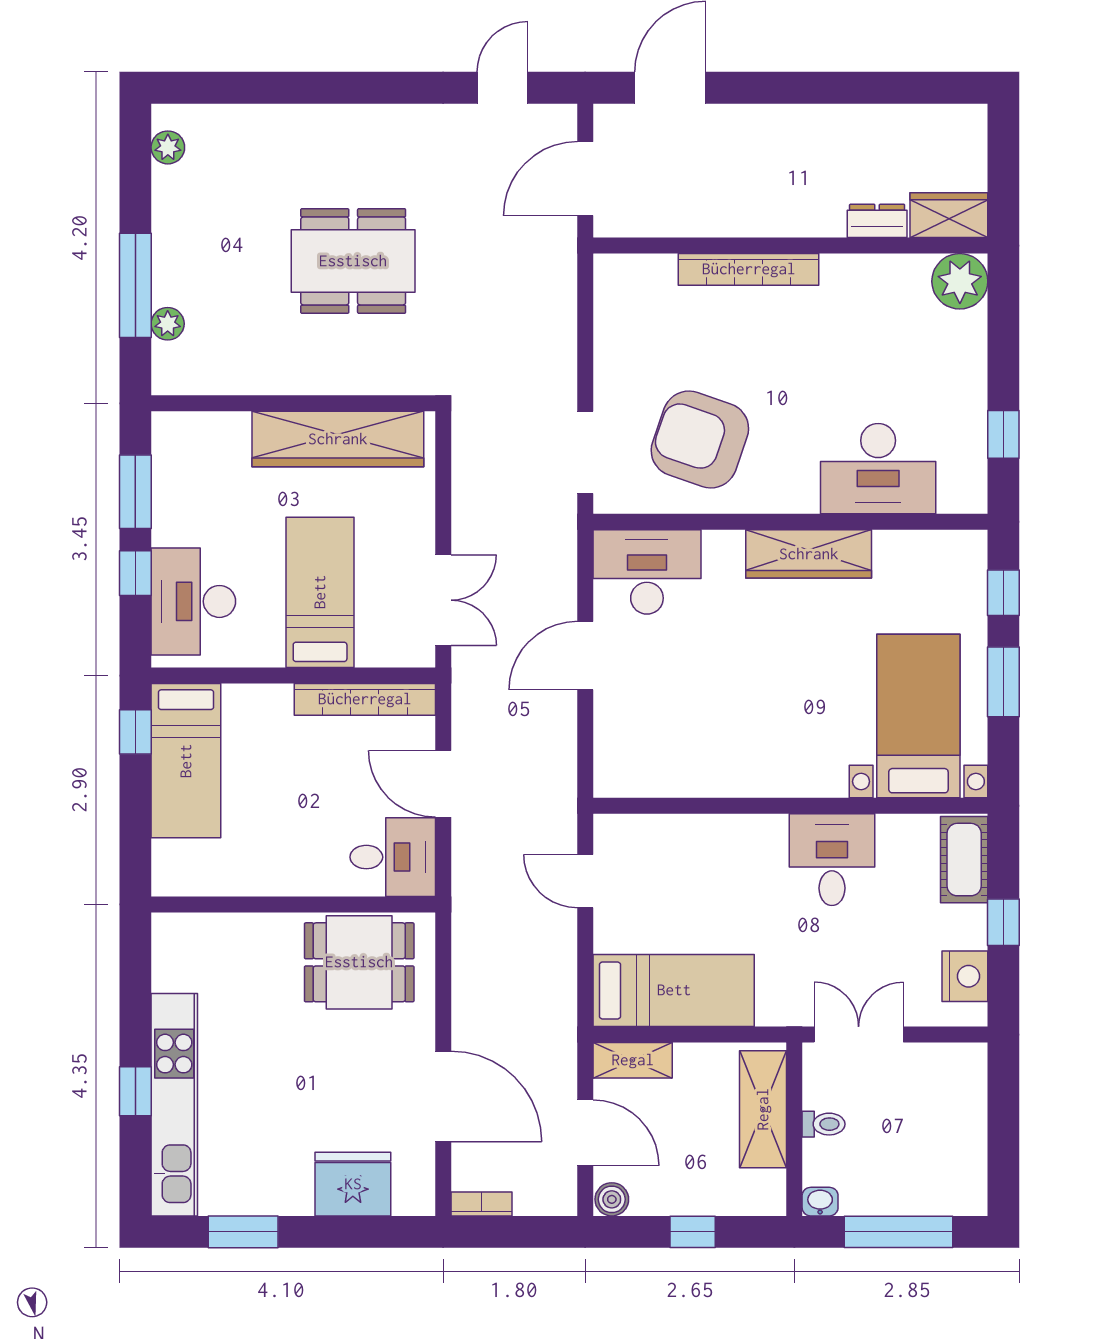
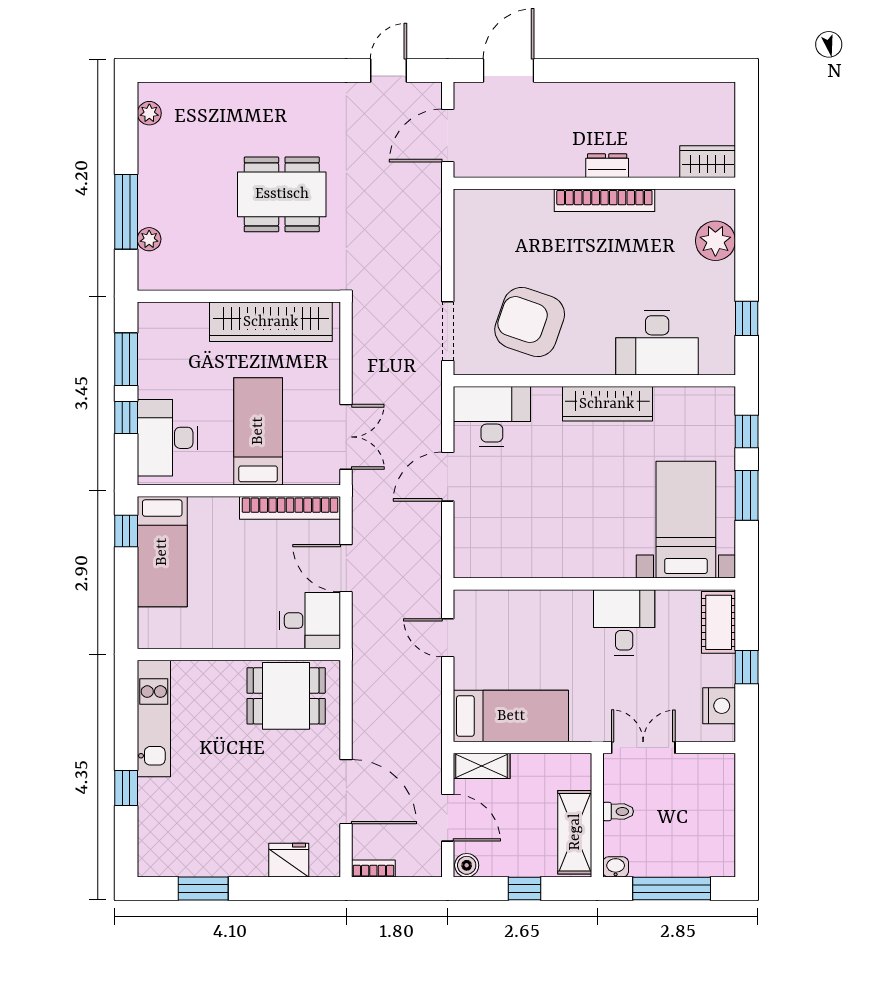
dresser: (877, 221) -> (607, 166), moved
bookcase: (749, 269) -> (604, 200), moved
plant: (960, 281) -> (715, 241), moved
kitchen unit: (174, 1105) -> (154, 718), moved, width x0.73
shelving: (763, 1109) -> (575, 832), moved
fridge: (353, 1184) -> (289, 860), width x0.73, depth x0.75

